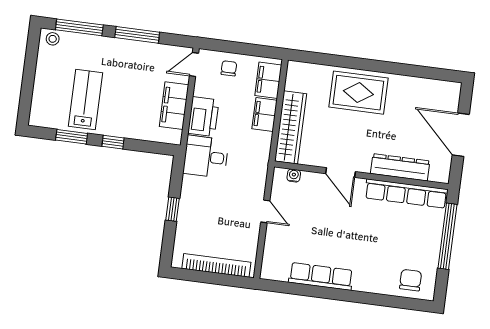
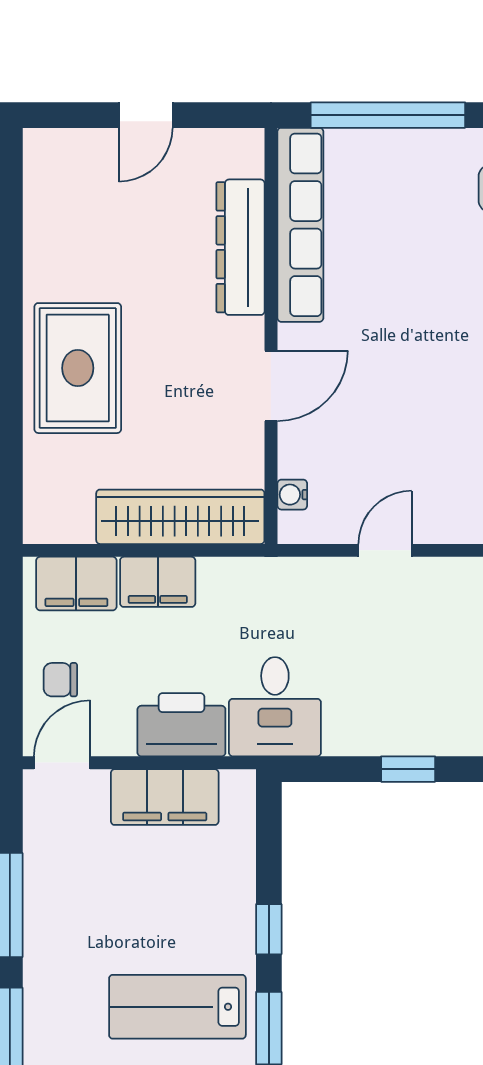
door: (194, 65) -> (62, 763), swing flipped
door: (461, 135) -> (146, 115), width x0.53

